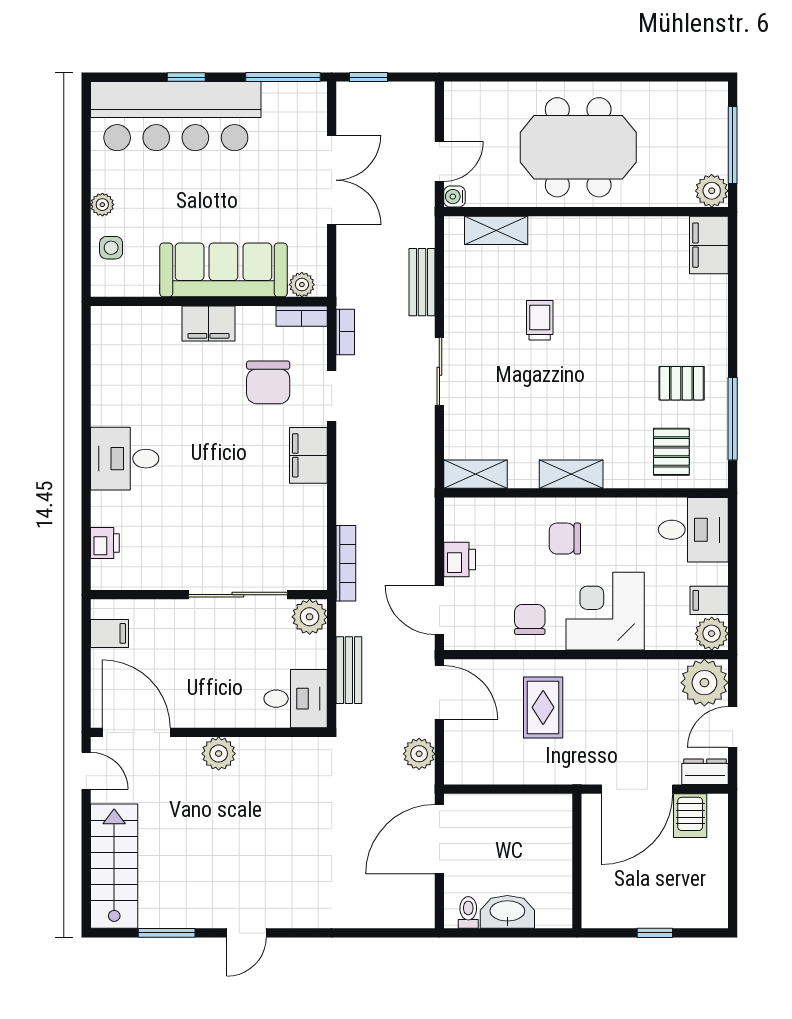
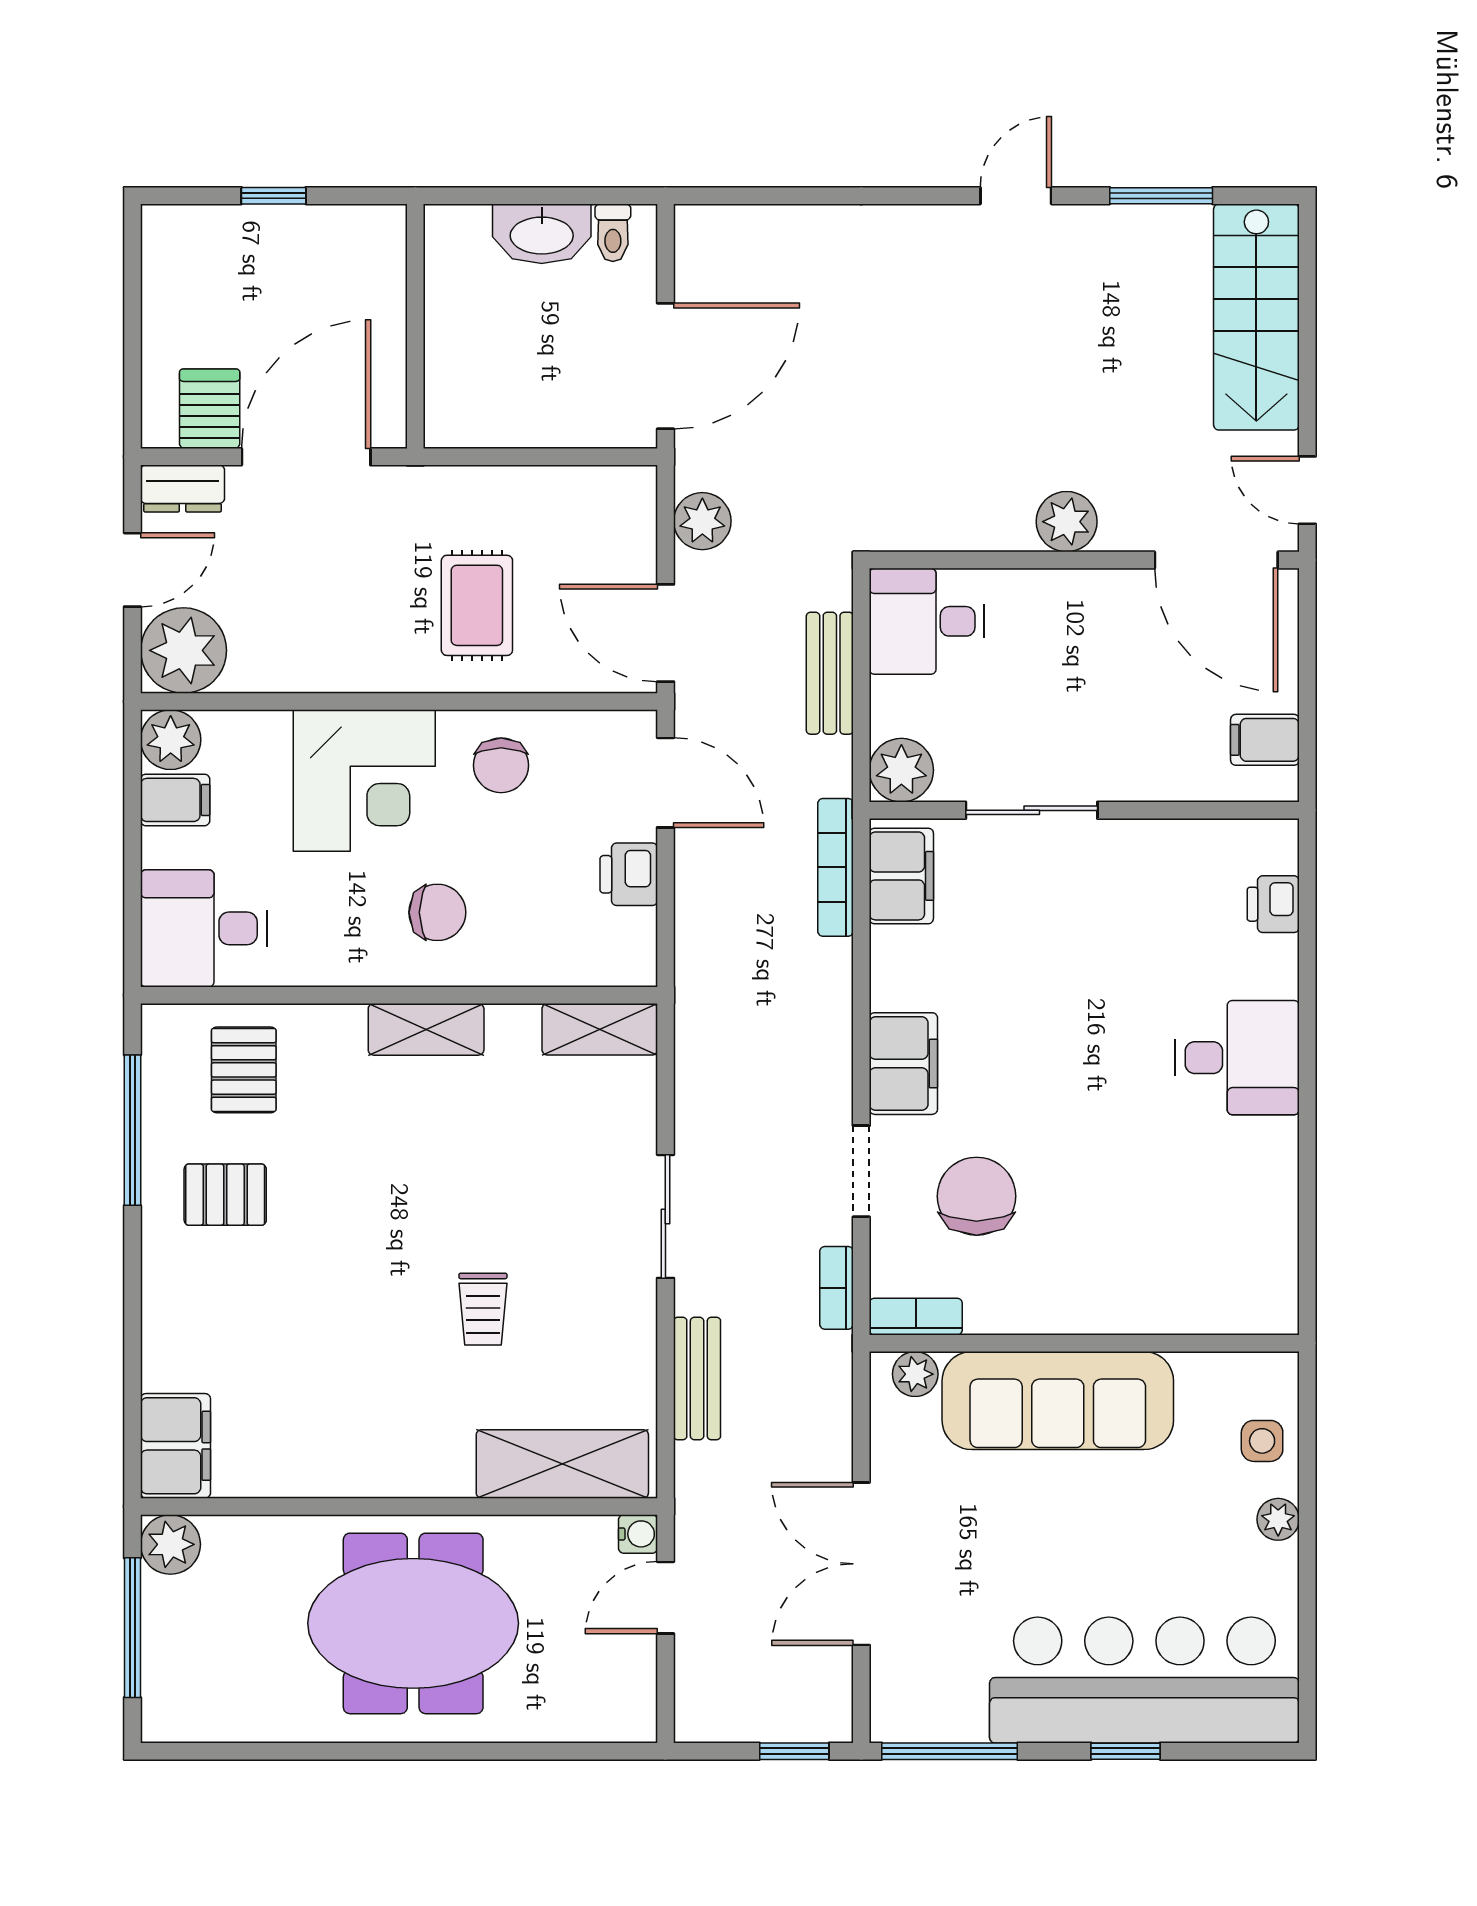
shelving: (496, 230) -> (562, 1464), width x1.50, depth x1.33
filing cabinet: (208, 324) -> (901, 876), moved, turned 90
sliding door: (238, 595) -> (1032, 810), width x0.73

